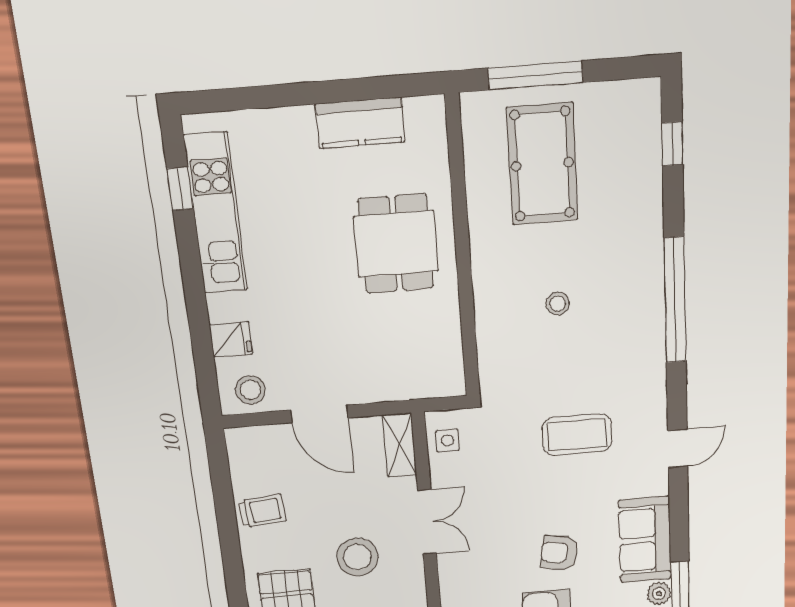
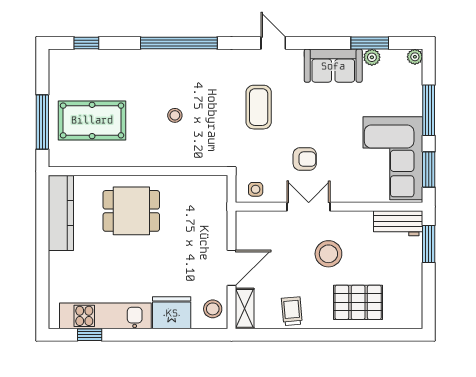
kitchen counter: (360, 123) -> (61, 213), width x1.50
fridge: (231, 339) -> (172, 313), width x1.88, depth x1.34
shelving: (400, 445) -> (245, 308), moved, turned 90
armchair: (559, 553) -> (305, 159), moved, turned -100

